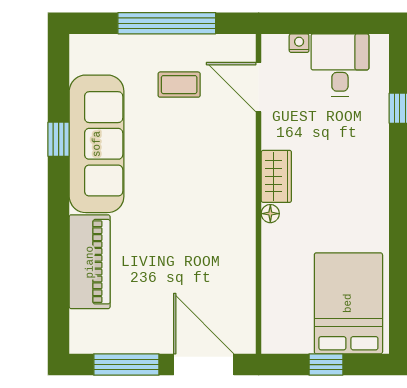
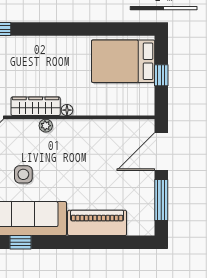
side table: (167, 144) -> (23, 174), added
wardrobe: (276, 176) -> (36, 106), width x1.50
plant: (245, 180) -> (46, 126), added

